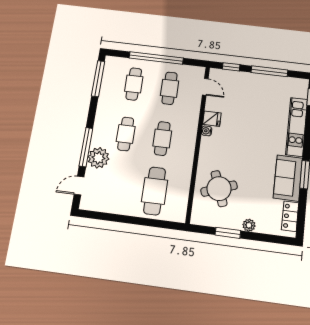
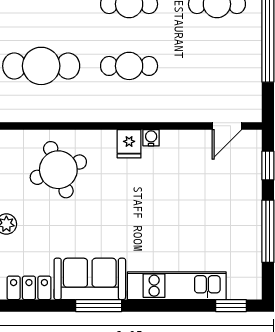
cafe table: (170, 88) -> (217, 66), removed
fridge: (212, 119) -> (129, 144), moved

